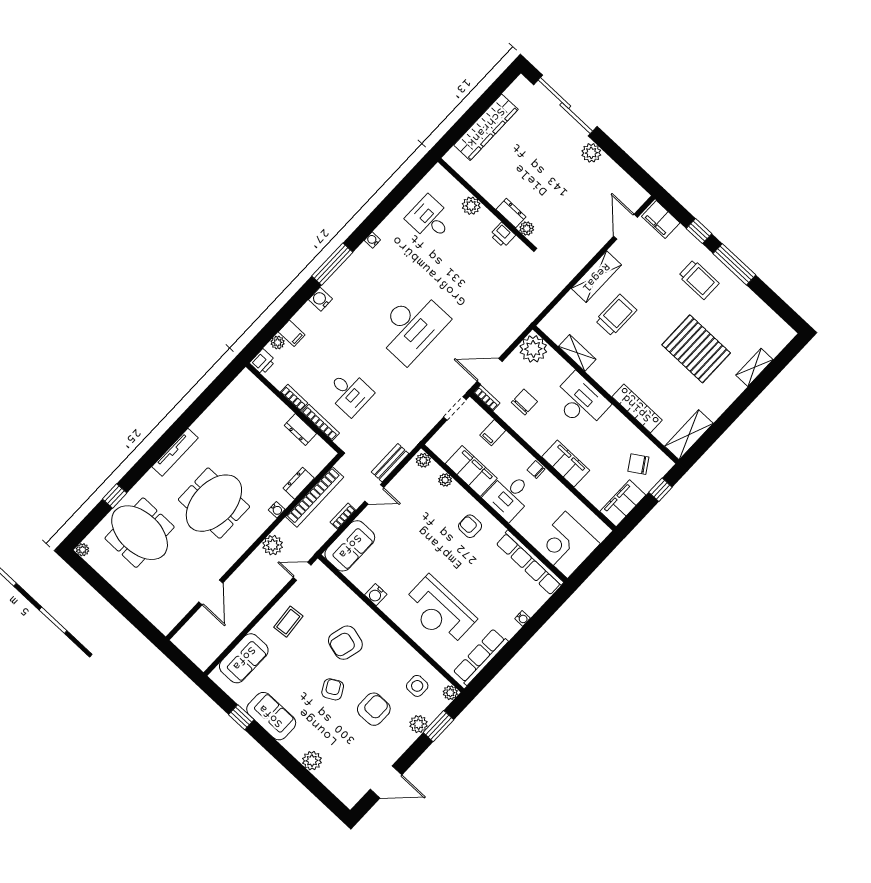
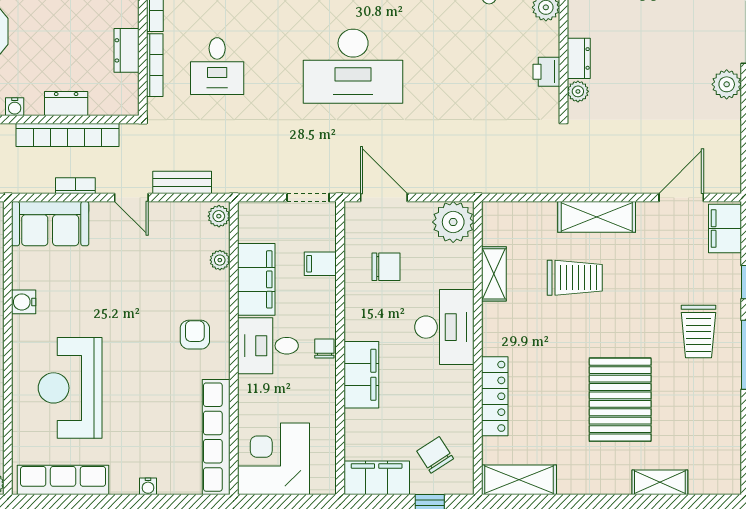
bookcase: (487, 398) -> (352, 221), removed

